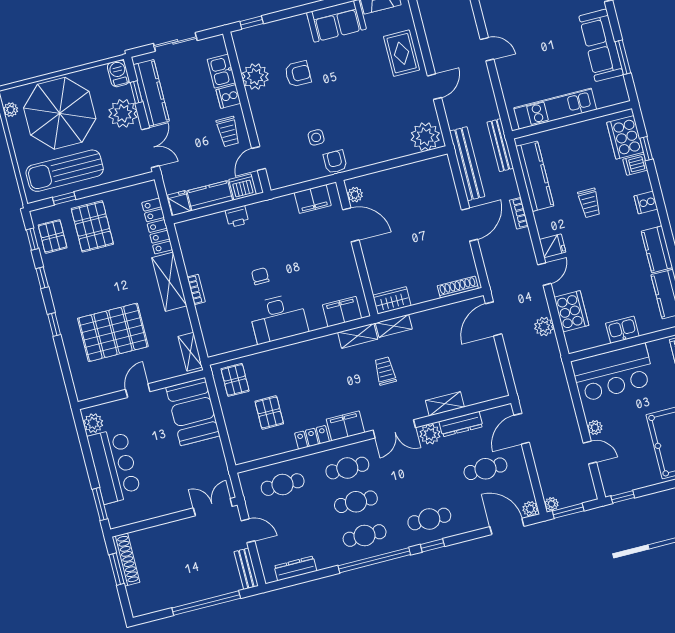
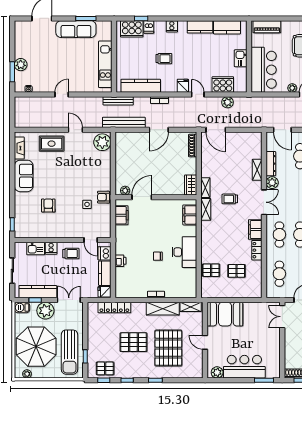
plant: (255, 77) -> (44, 230), removed
door: (470, 225) -> (159, 130), swing flipped
pallet: (92, 226) -> (134, 342), moved
shelving: (169, 282) -> (163, 309), moved
pallet: (235, 380) -> (211, 270), moved

